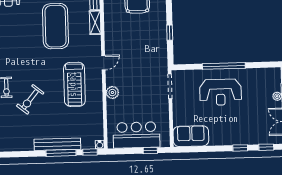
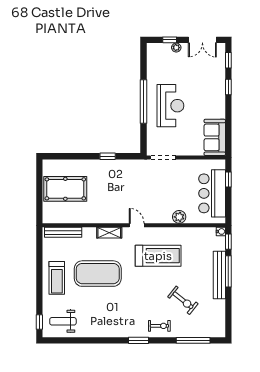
shelving: (95, 22) -> (109, 233), moved
plant: (112, 93) -> (179, 217), moved
exercise bike: (30, 99) -> (183, 300), moved

